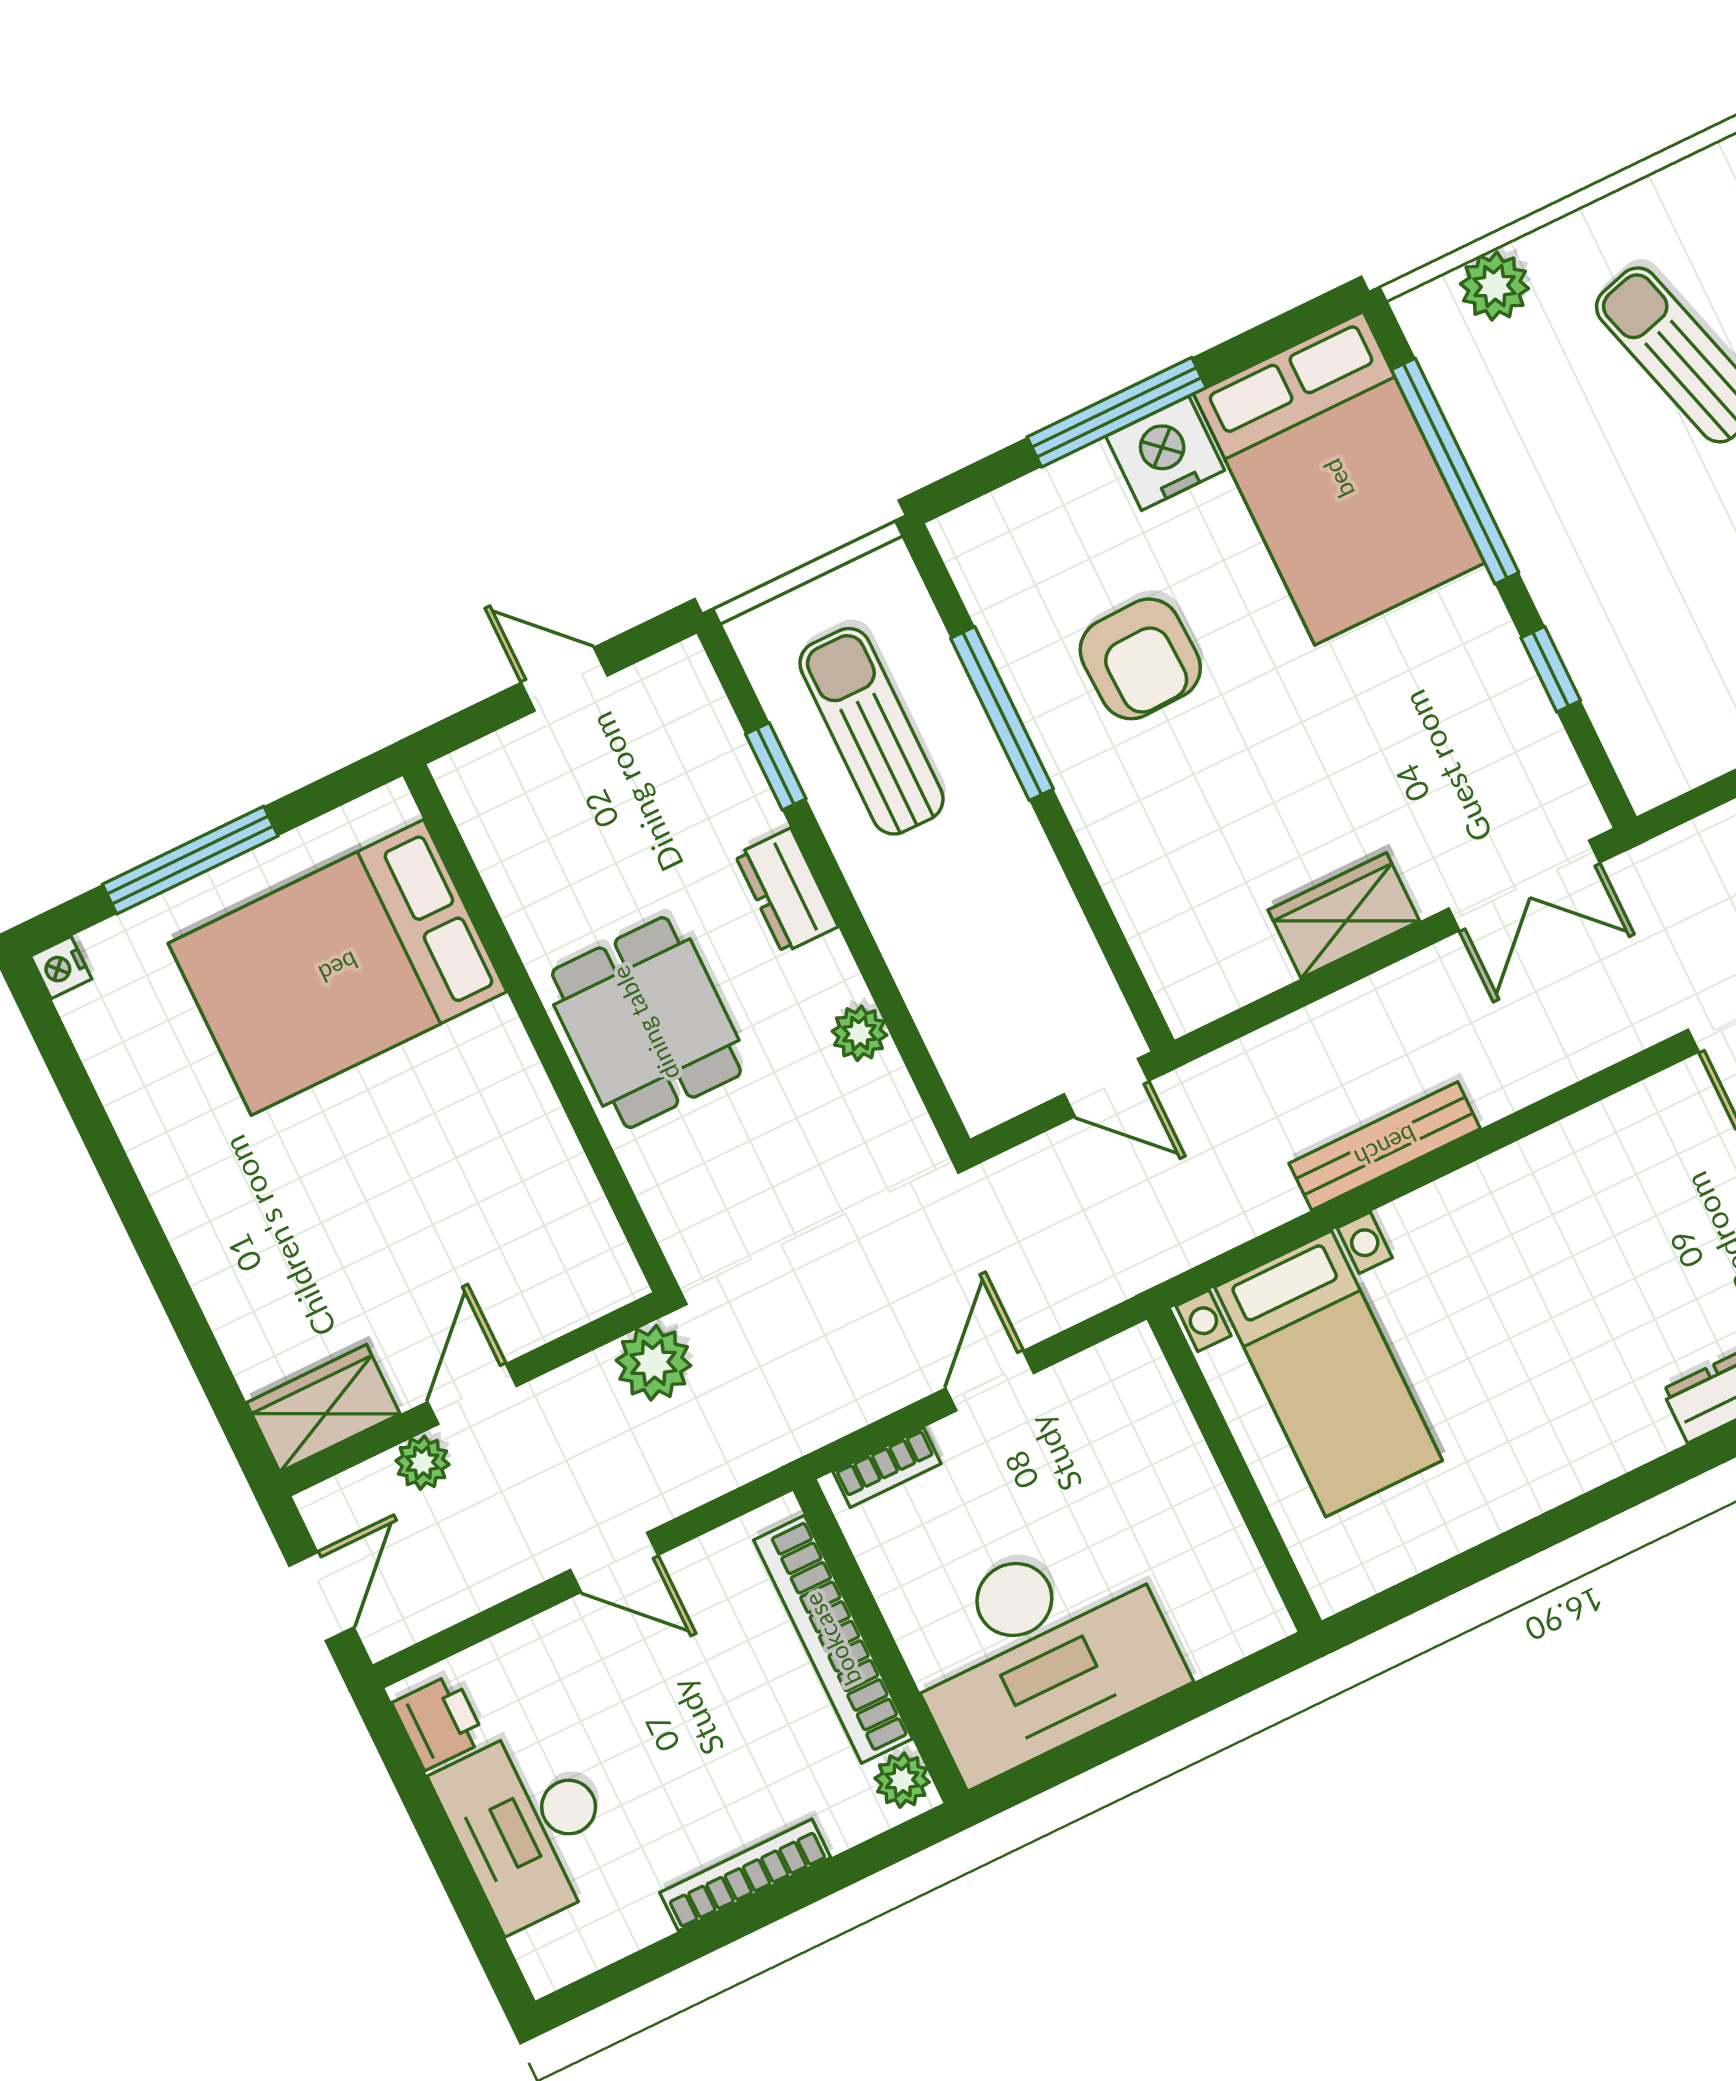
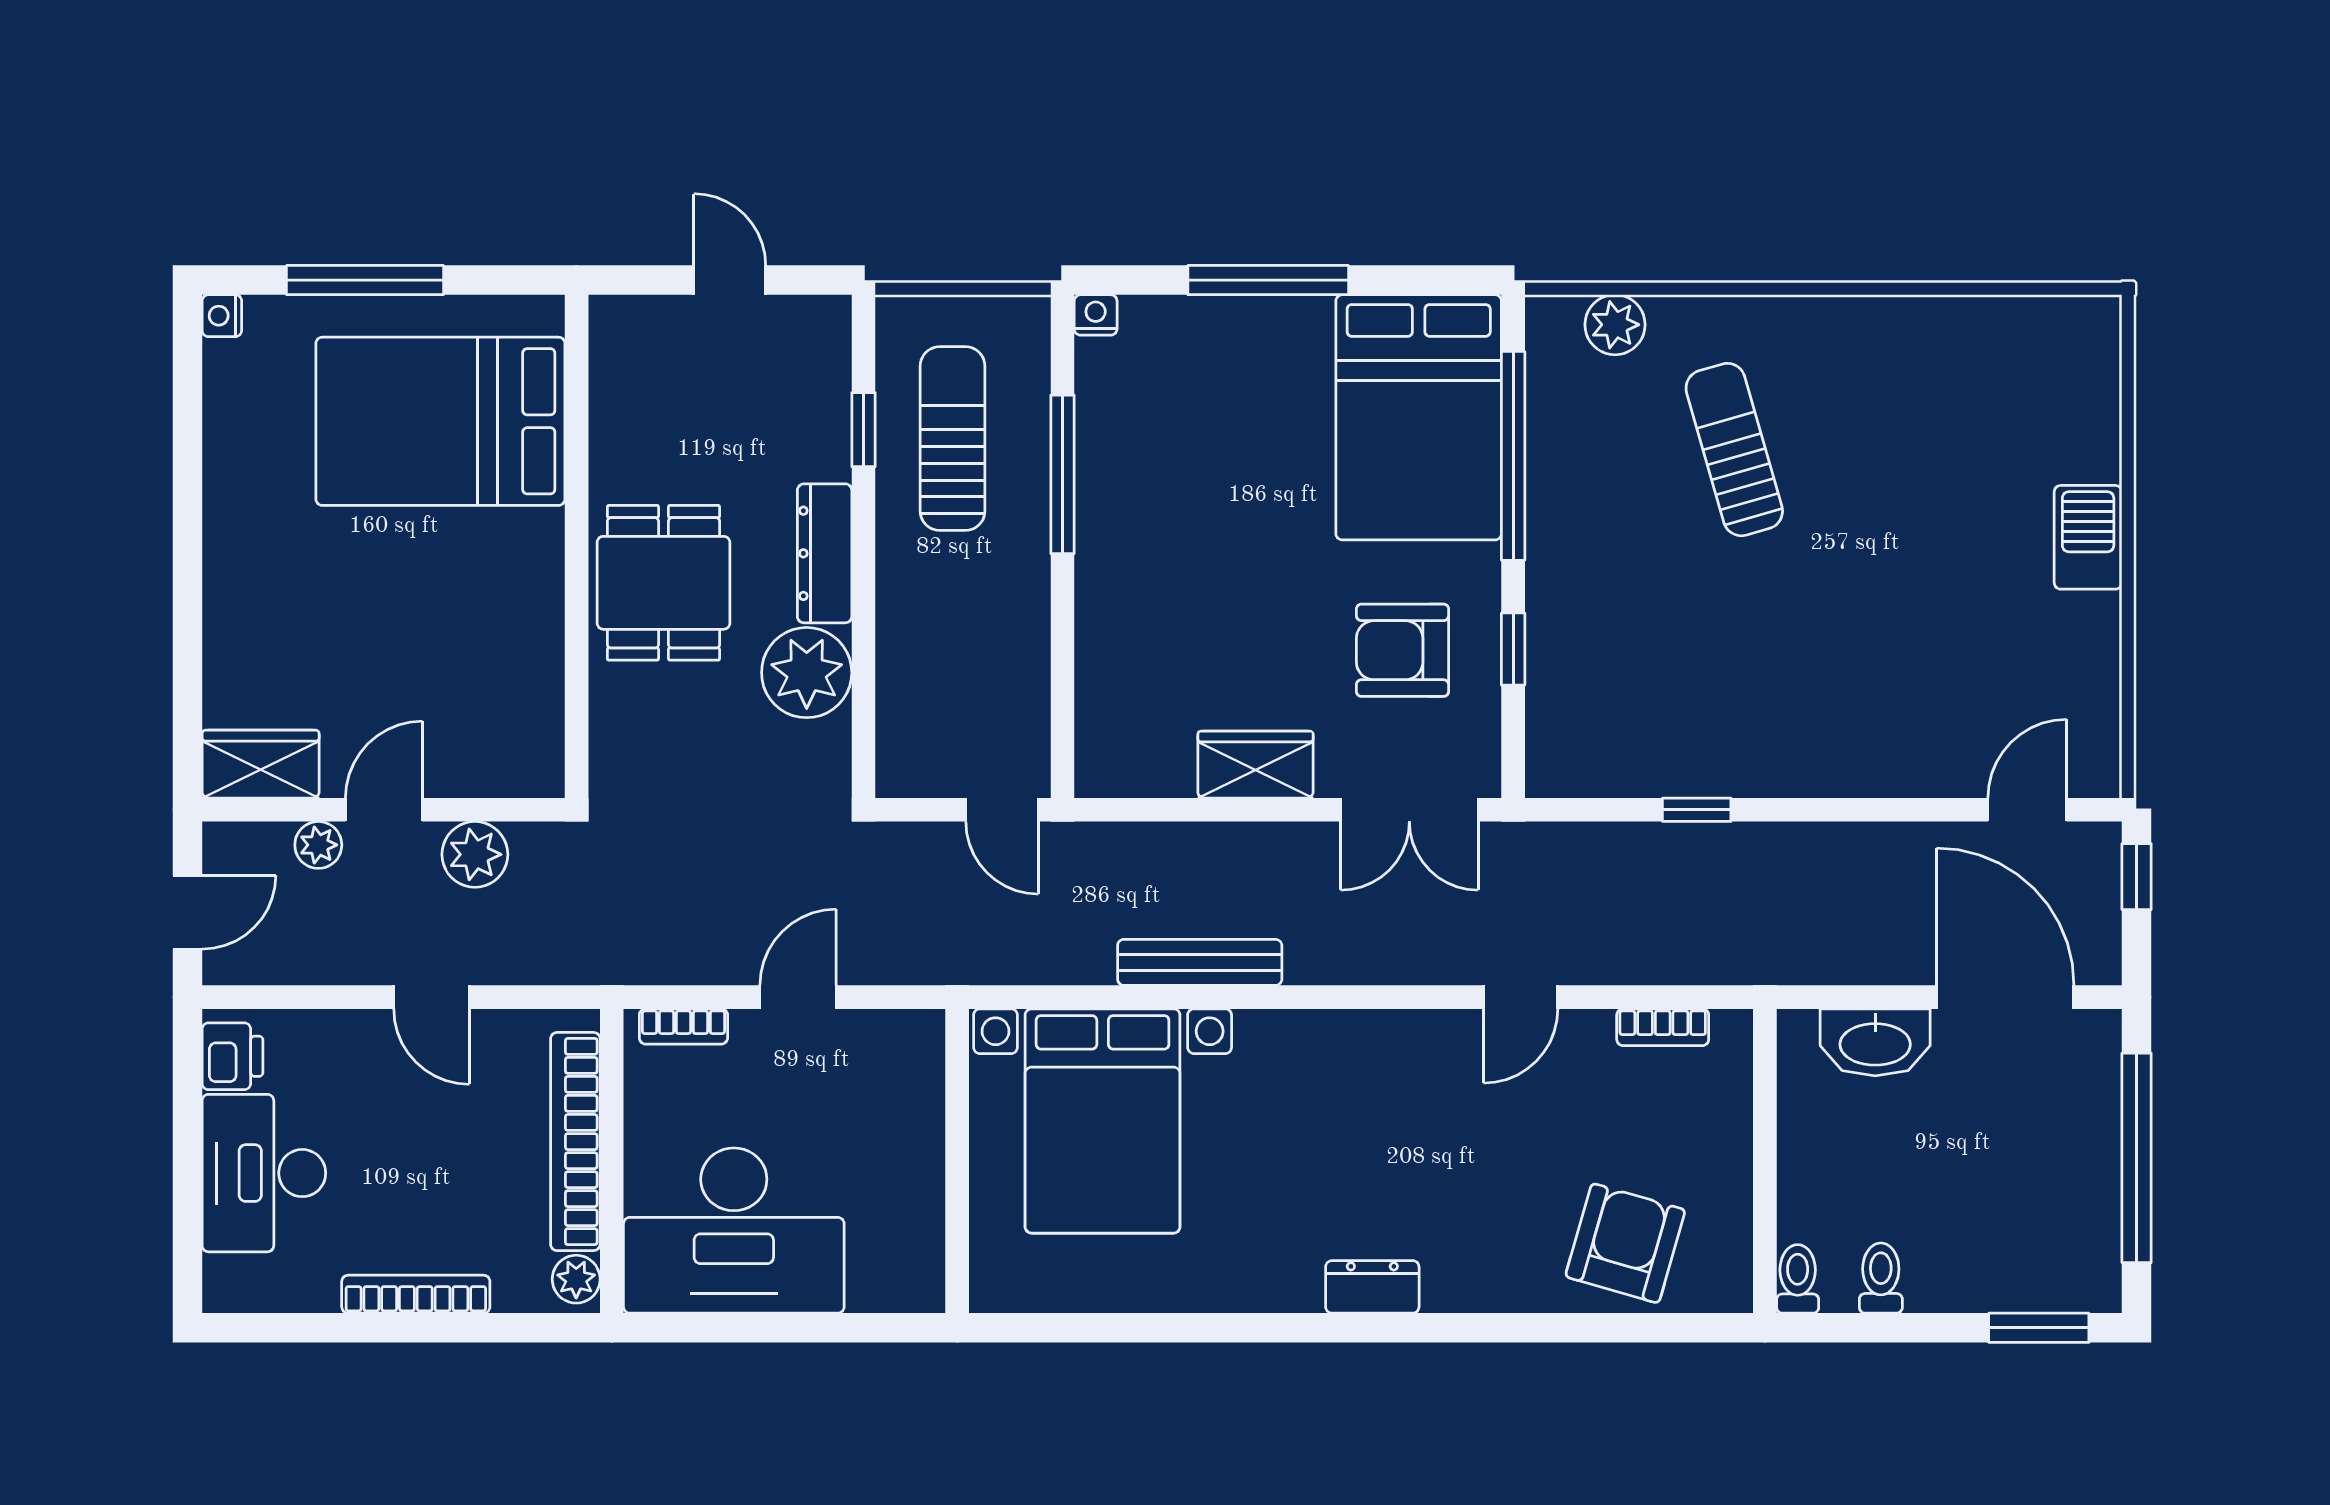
nightstand: (1165, 453) -> (1096, 315), moved, width x0.53, depth x0.56
armchair: (1140, 659) -> (1403, 650), moved, turned 92
dresser: (787, 891) -> (825, 553), width x1.44
plant: (859, 1033) -> (807, 673), width x1.88, depth x1.88
plant: (654, 1363) -> (475, 854), moved
bed with nightstands: (1329, 1374) -> (1103, 1121), width x1.36

